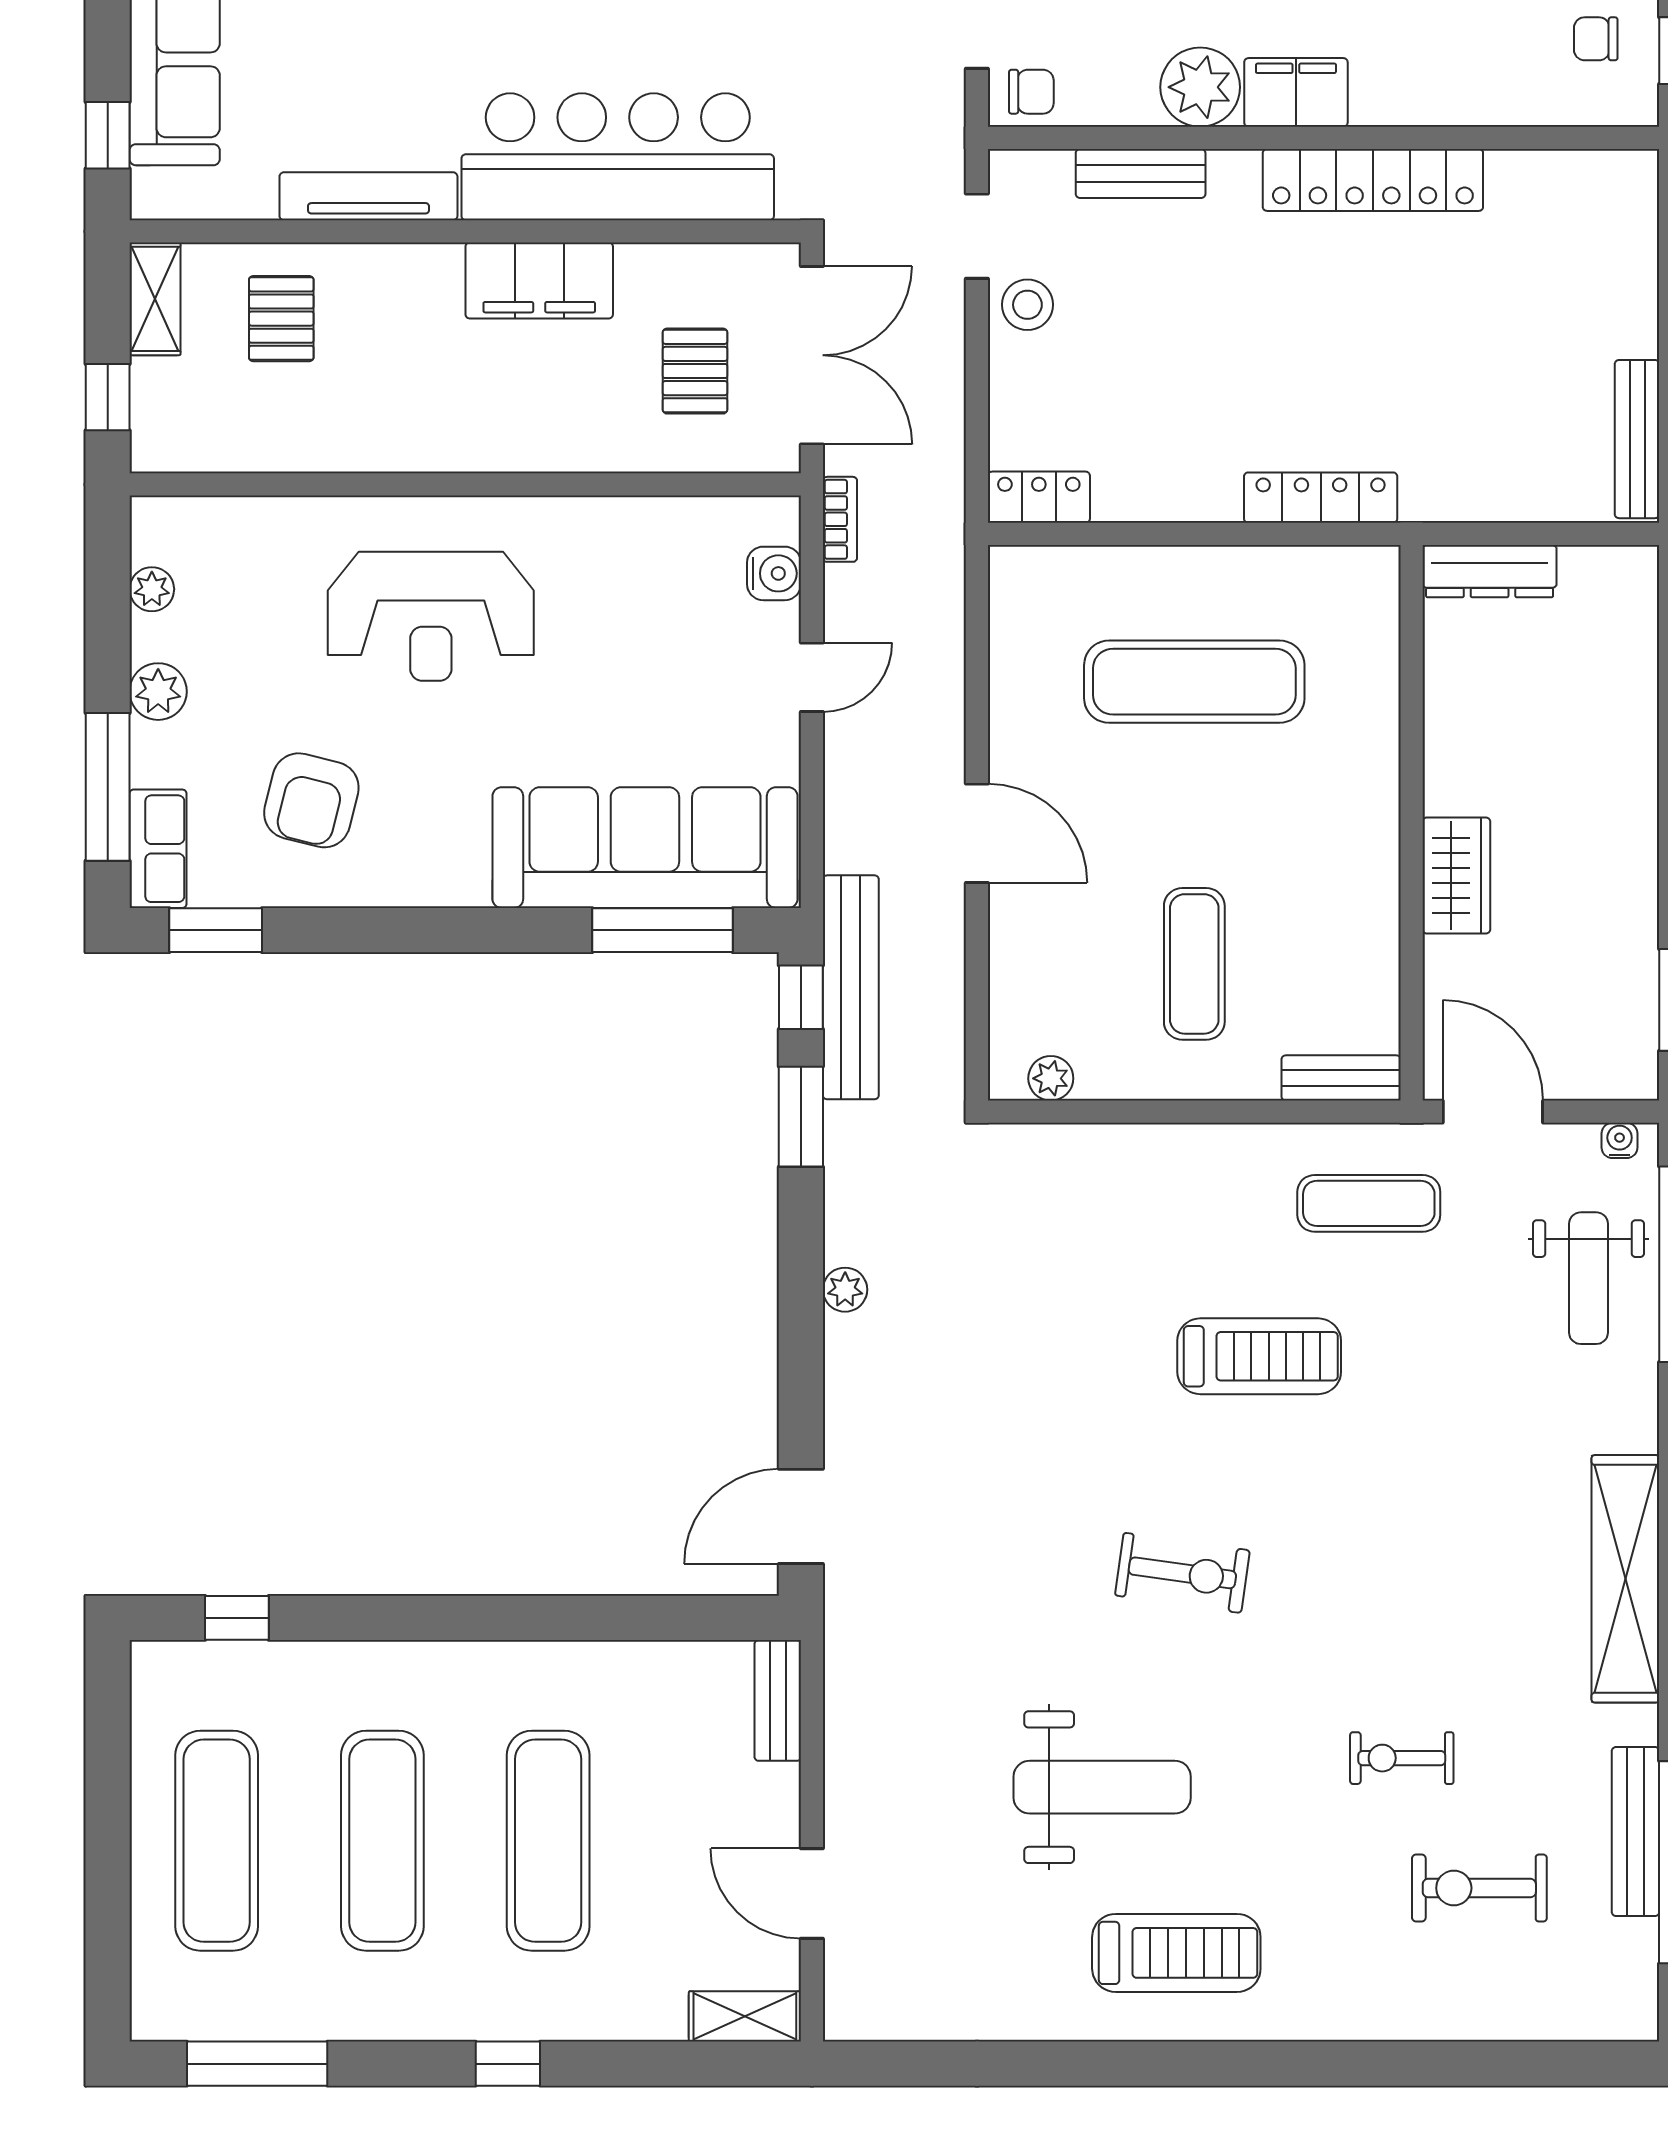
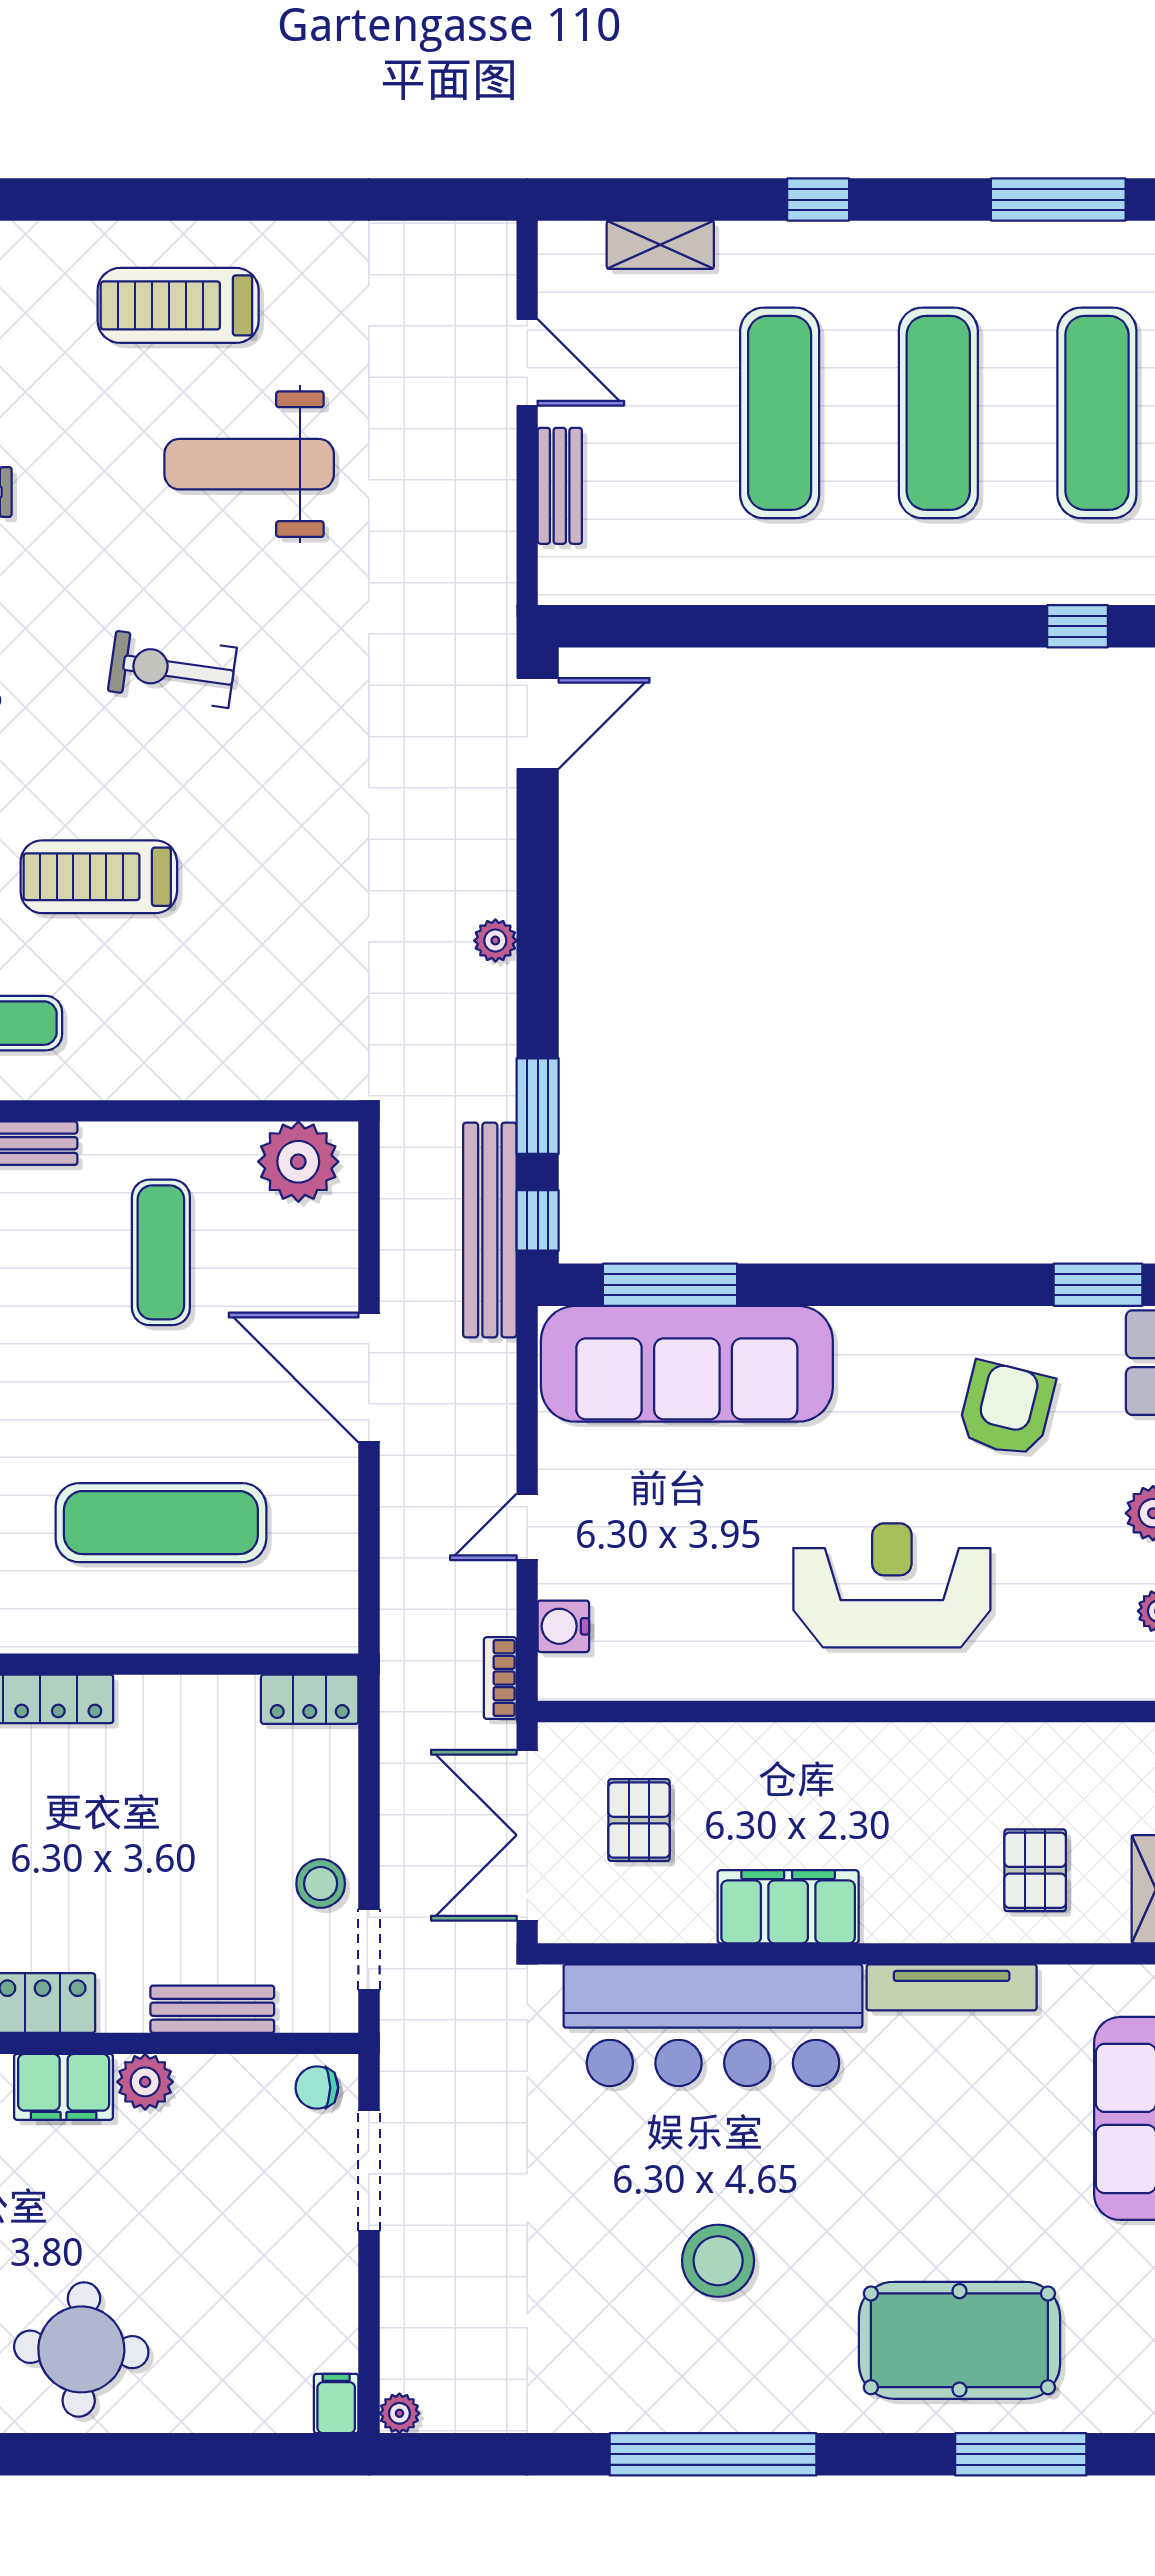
plant: (1200, 87) -> (145, 2082), width x0.73, depth x0.73
door: (977, 833) -> (369, 1377), width x1.36
plant: (1051, 1078) -> (298, 1162), width x1.87, depth x1.87
bench: (778, 1700) -> (560, 486), moved
shelving: (745, 2016) -> (660, 245), moved

